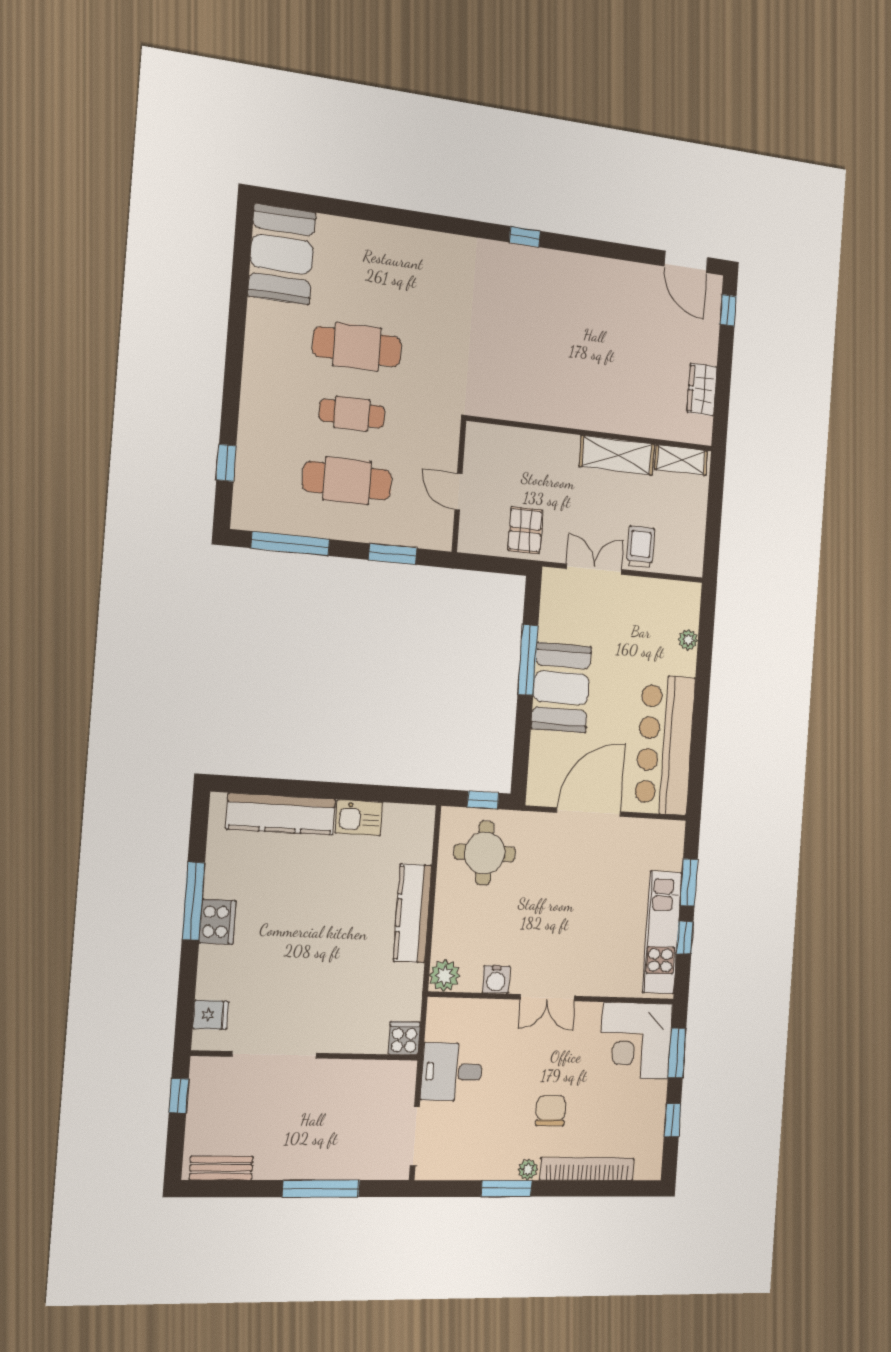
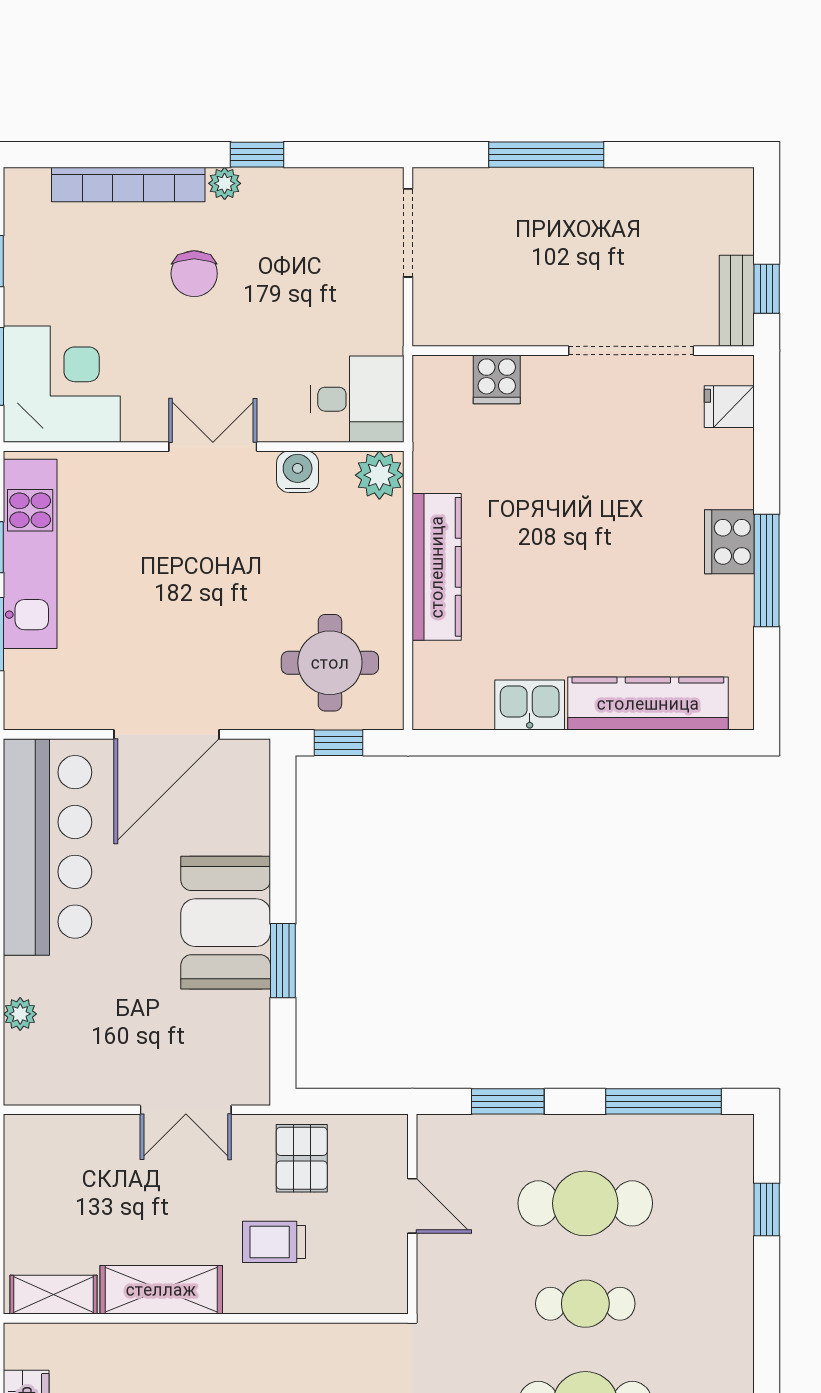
trolley: (641, 547) -> (274, 1242), moved, turned 90
window: (528, 660) -> (283, 961), width x0.69
cooker: (404, 1038) -> (497, 379), moved
desk: (452, 1072) -> (357, 399), moved
bench: (221, 1168) -> (737, 301), moved, turned 90
window: (506, 1189) -> (257, 155), width x0.67

